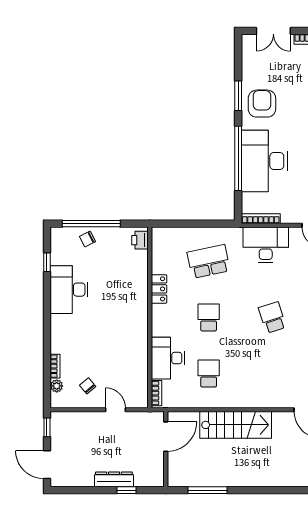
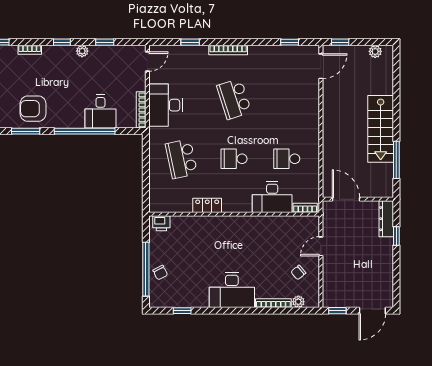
desk: (264, 161) -> (101, 111), width x0.53, depth x0.77
desk: (69, 290) -> (232, 290), moved
school desk: (272, 317) -> (234, 99), width x1.85
bookcase: (55, 366) -> (273, 303), width x1.56
stairs: (236, 425) -> (381, 129), moved, turned 180
dresser: (114, 479) -> (386, 219), moved

